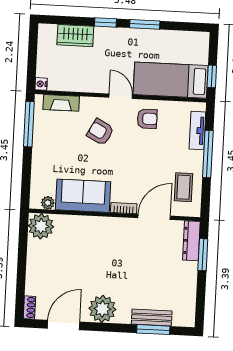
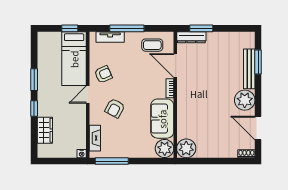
armchair: (147, 119) -> (103, 74), turned 66
plant: (48, 203) -> (165, 148), width x1.88, depth x1.88
bench: (152, 318) -> (249, 69), width x1.36

